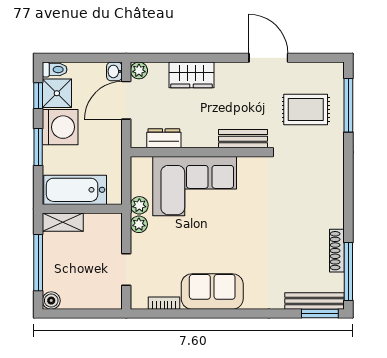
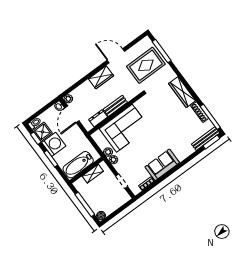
wardrobe: (191, 75) -> (101, 77), moved
rug: (306, 109) -> (146, 65), width x1.36, depth x1.43
bench: (243, 139) -> (115, 106), moved
wardrobe: (332, 197) -> (182, 92), added
shelving: (63, 222) -> (93, 174), moved

